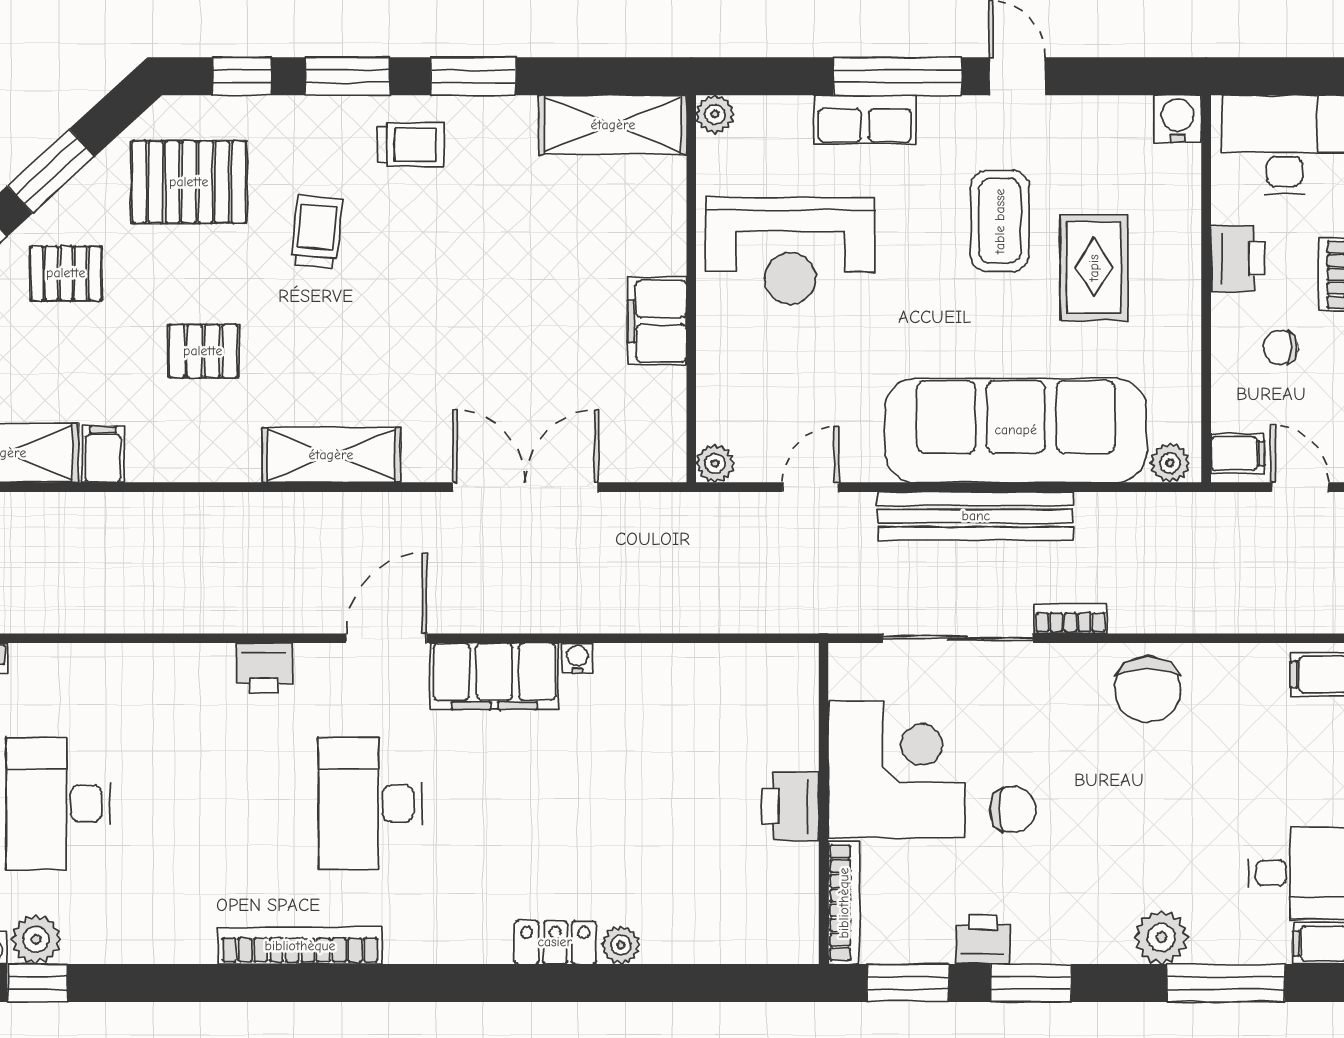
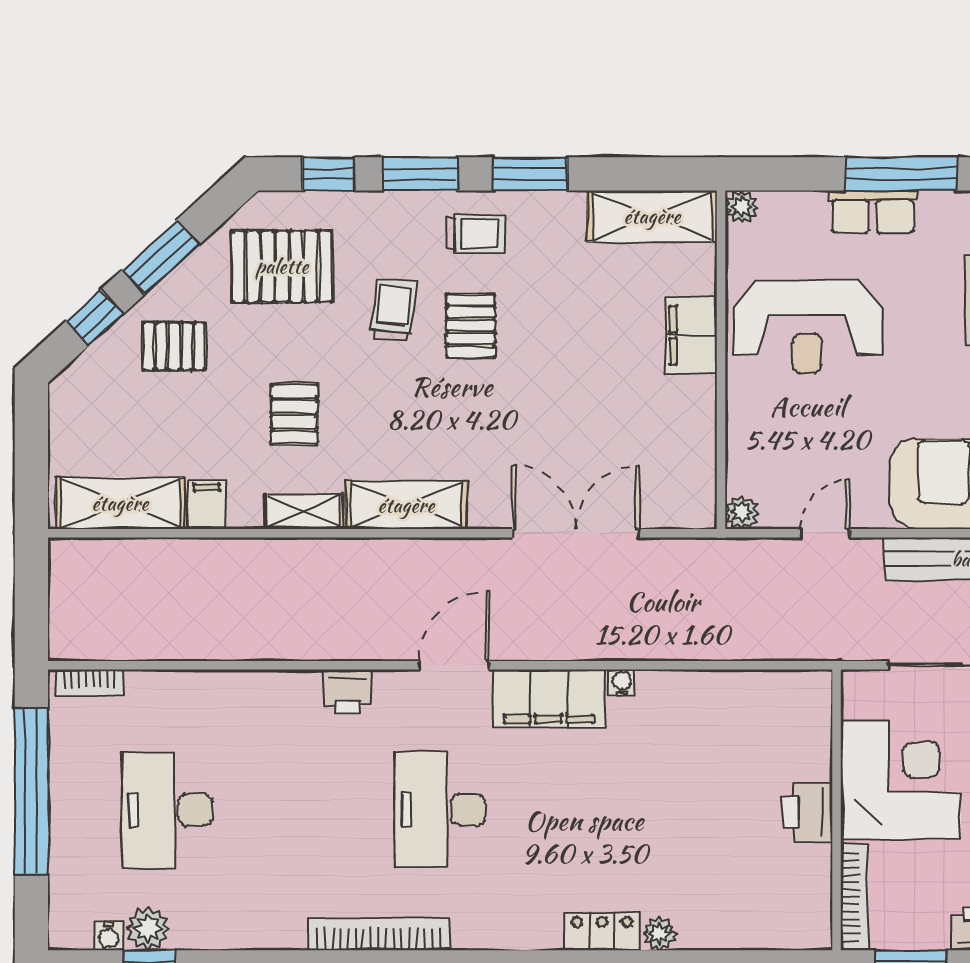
pallet: (405, 250) -> (471, 326), added
filing cabinet: (657, 321) -> (691, 335), moved
pallet: (203, 351) -> (294, 414), turned 90
shelving: (214, 462) -> (303, 511), added

